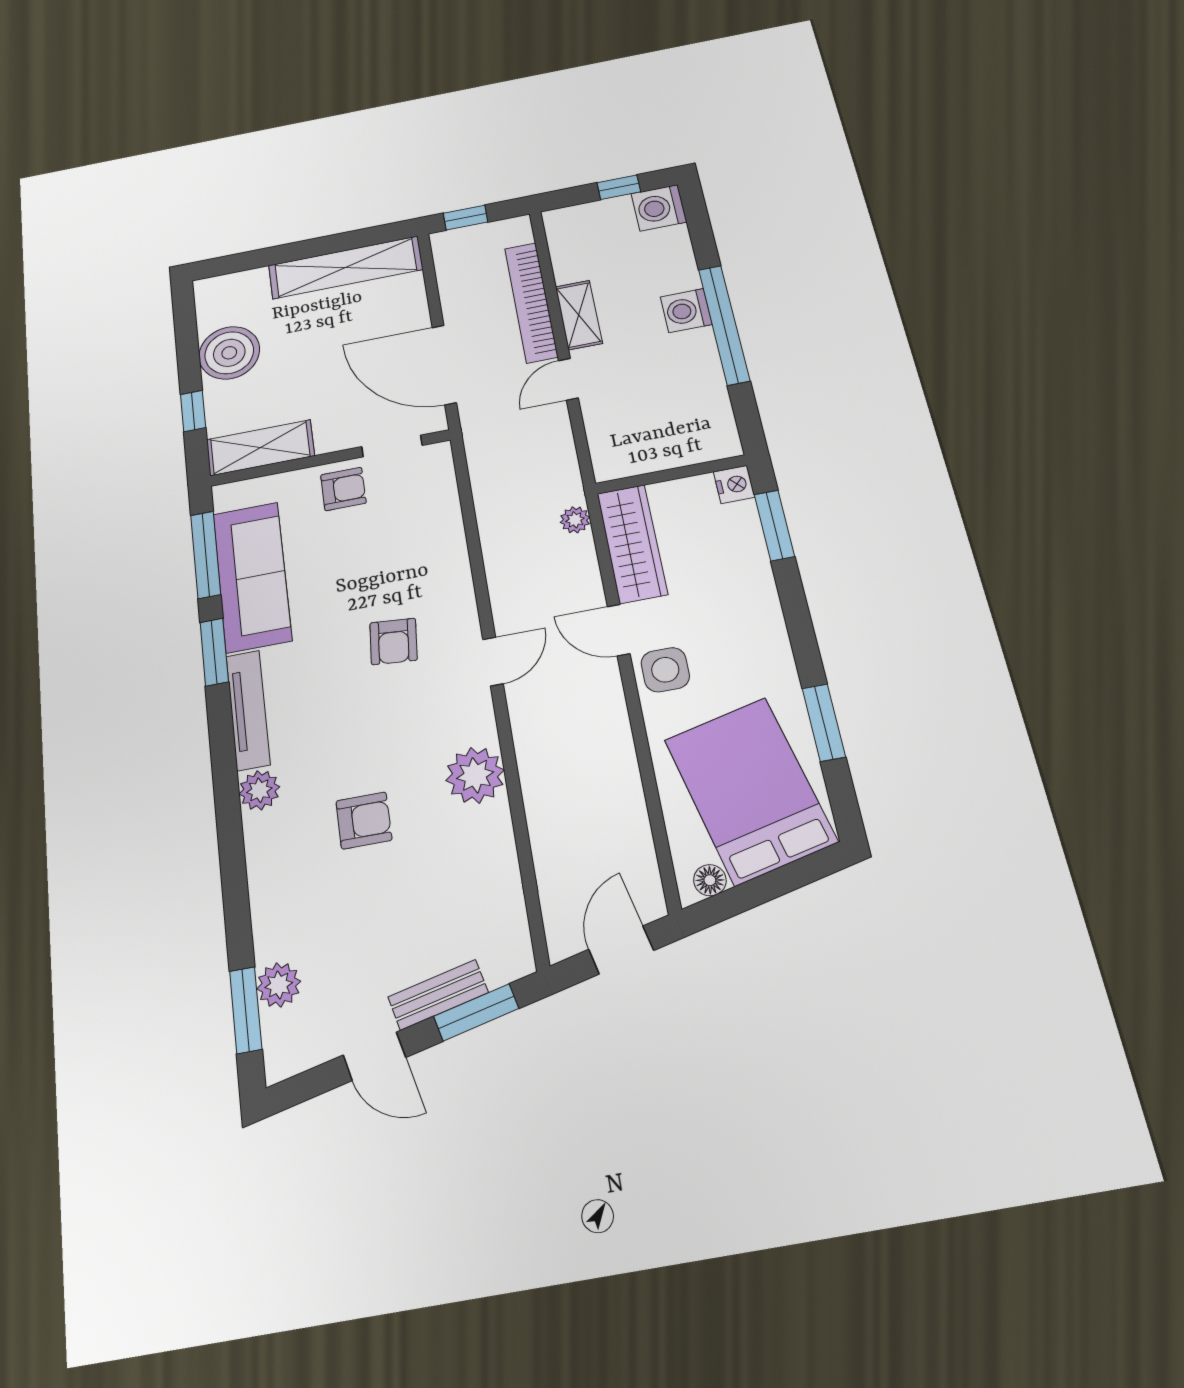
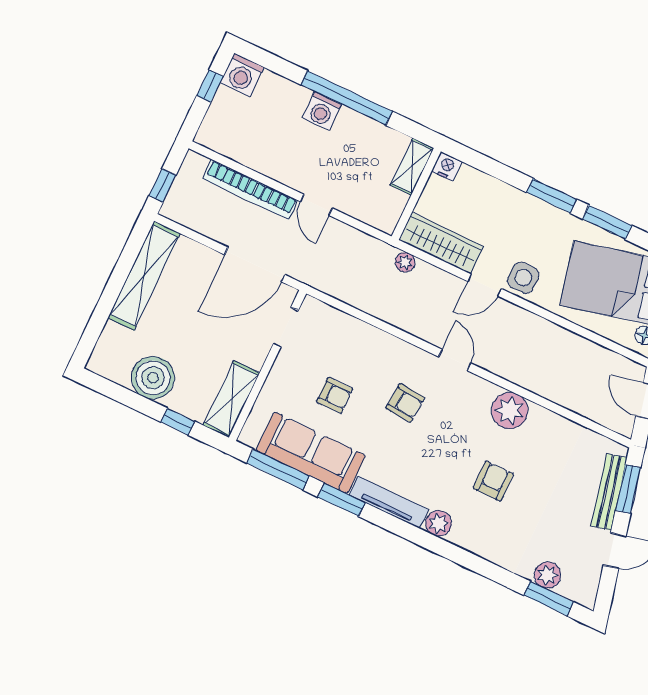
shelving: (579, 315) -> (412, 167), moved, turned 90
armchair: (343, 489) -> (335, 395), moved, turned 90
window: (774, 525) -> (552, 196), moved
bench: (438, 995) -> (609, 492), width x1.36

